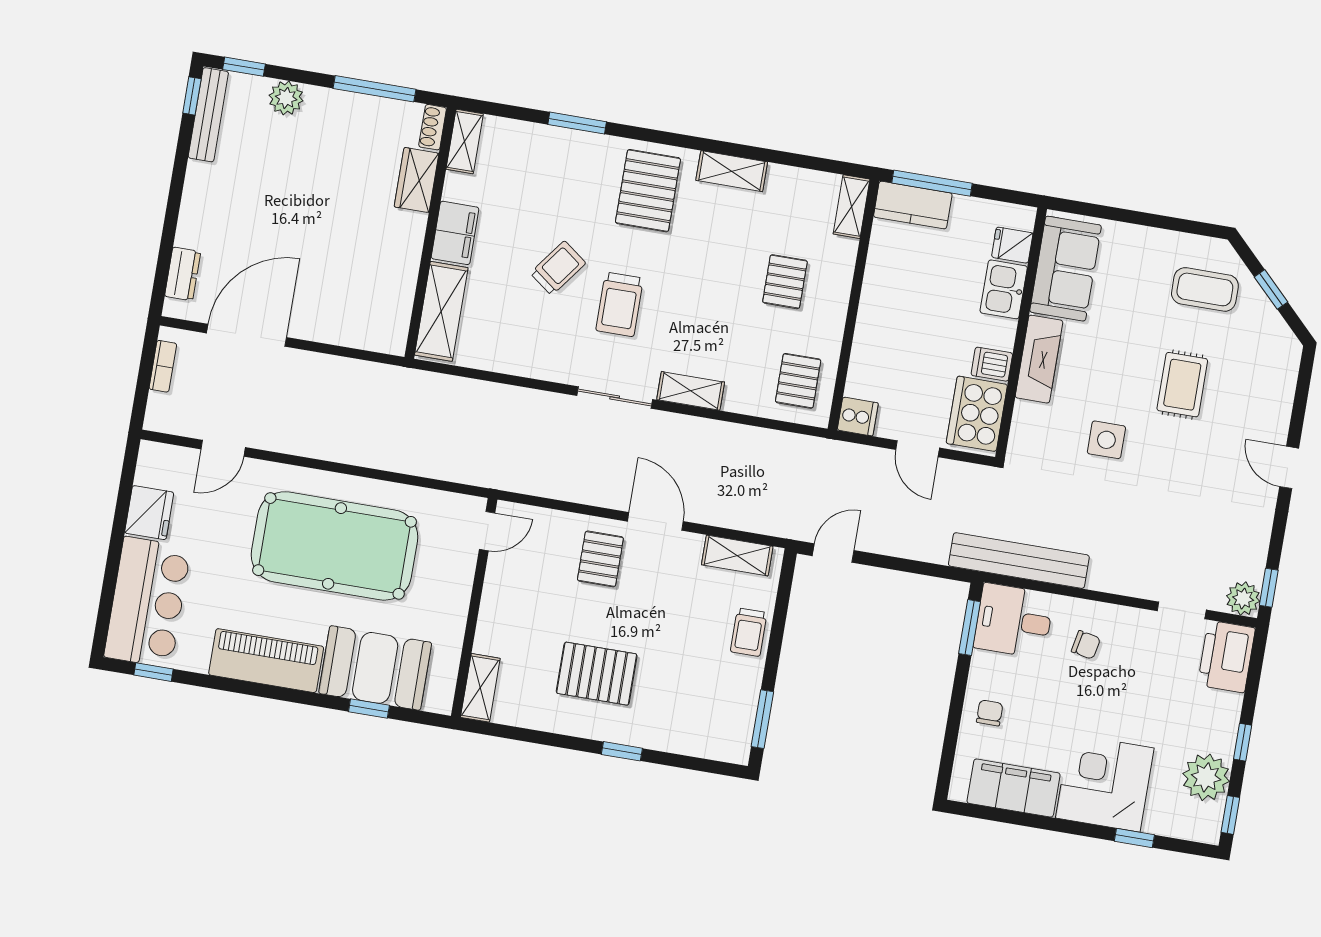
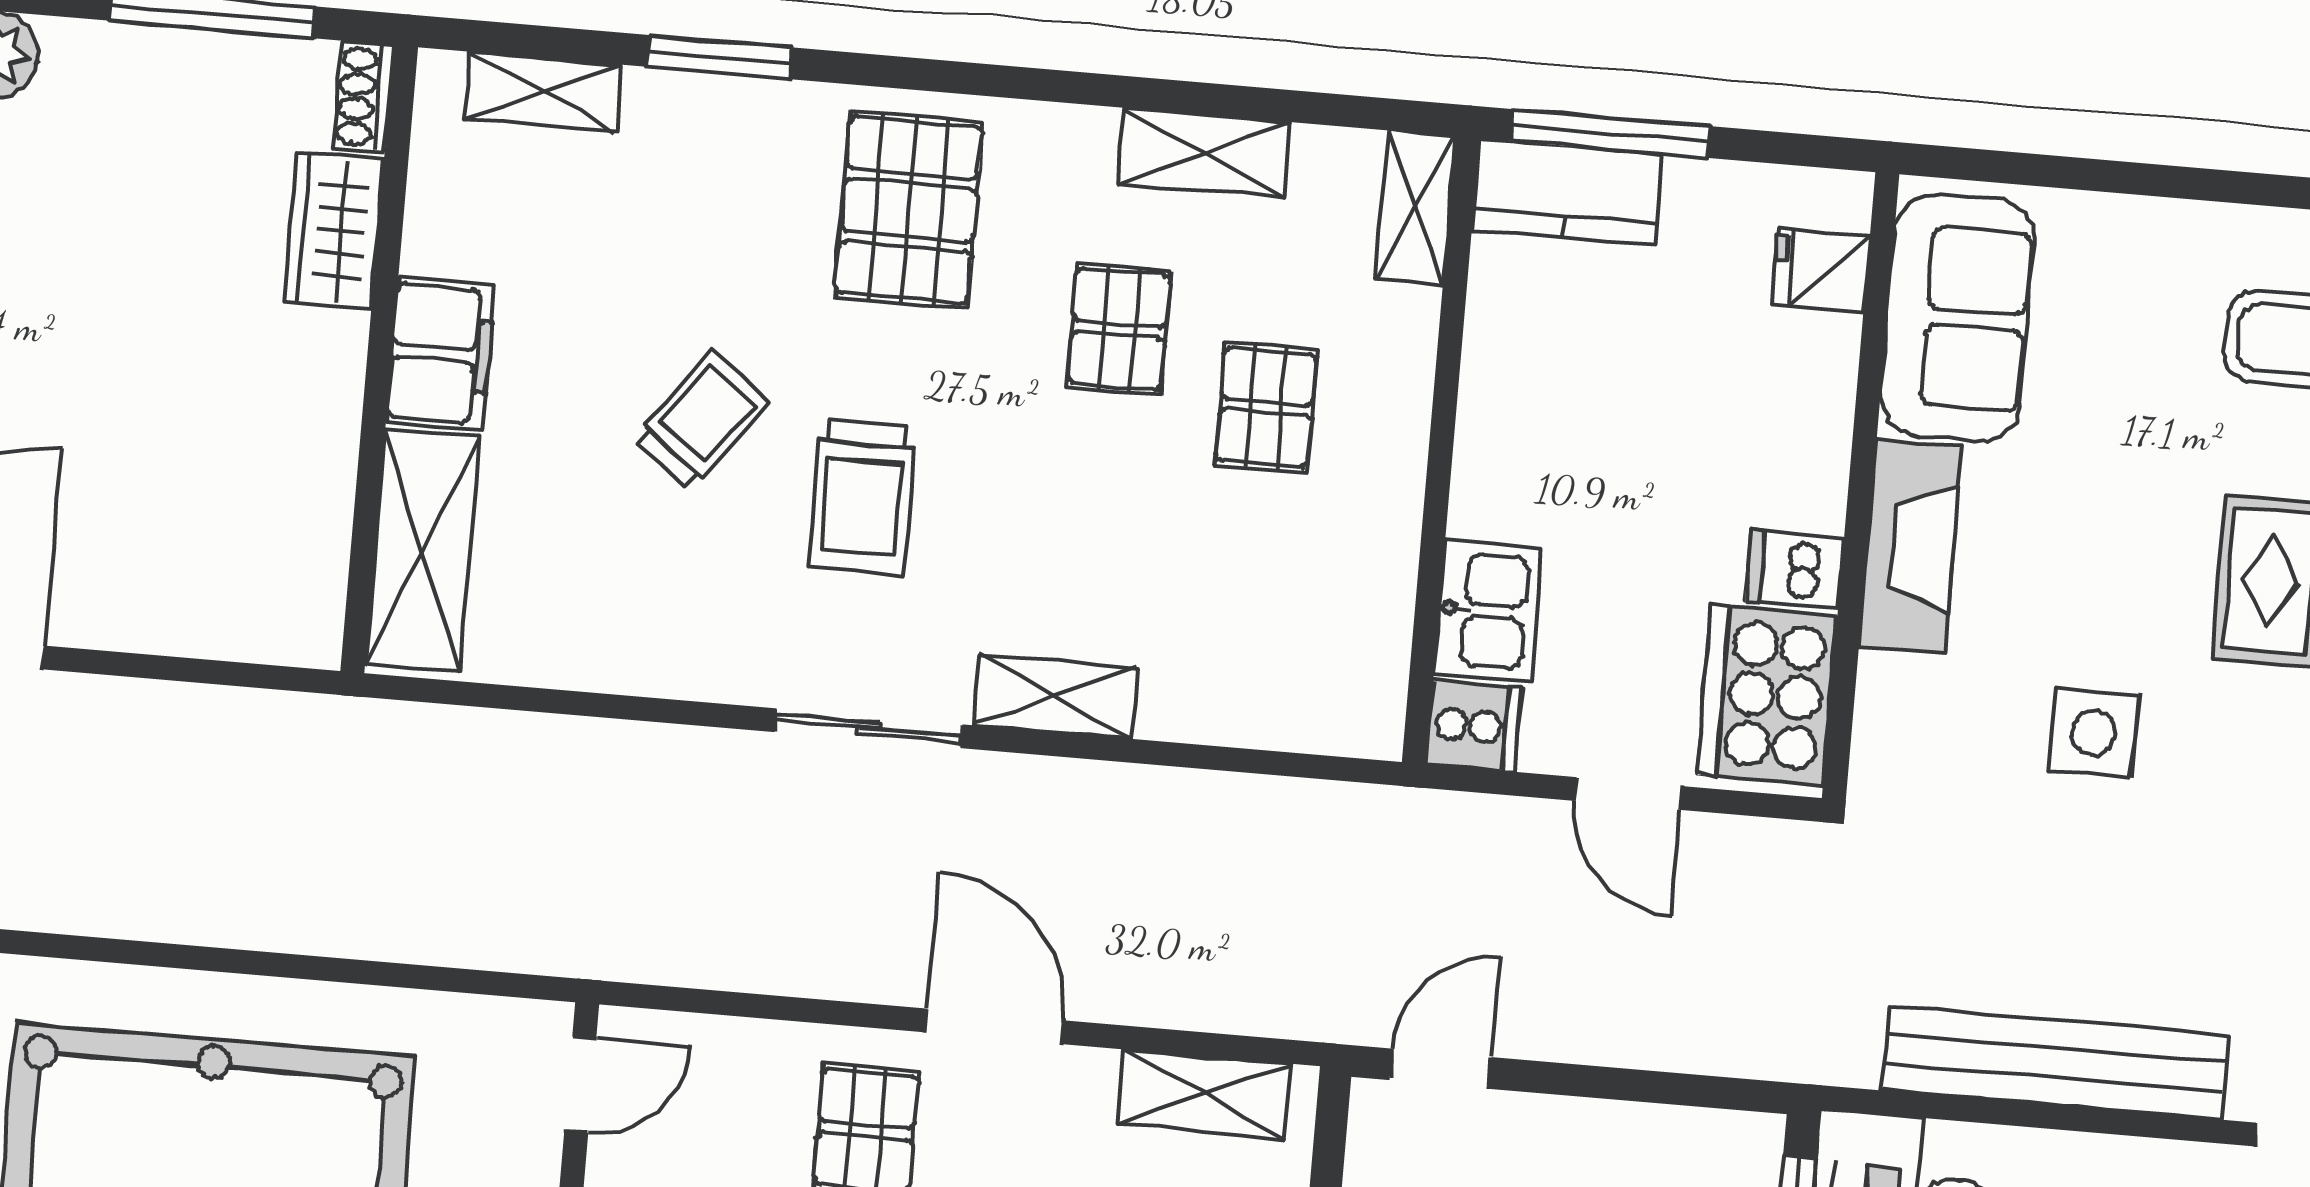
shelving: (465, 142) -> (543, 92), moved, turned 90
shelving: (732, 171) -> (1204, 153), moved
kitchen sink: (1004, 289) -> (1488, 611), moved, turned 180
pallet: (798, 381) -> (1119, 329), moved
bench: (1019, 561) -> (2056, 1063), moved

